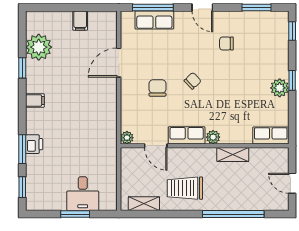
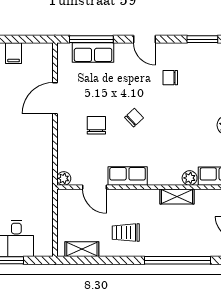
plant: (213, 137) -> (190, 178), moved
trolley: (185, 188) -> (126, 233), width x0.73, depth x0.72

